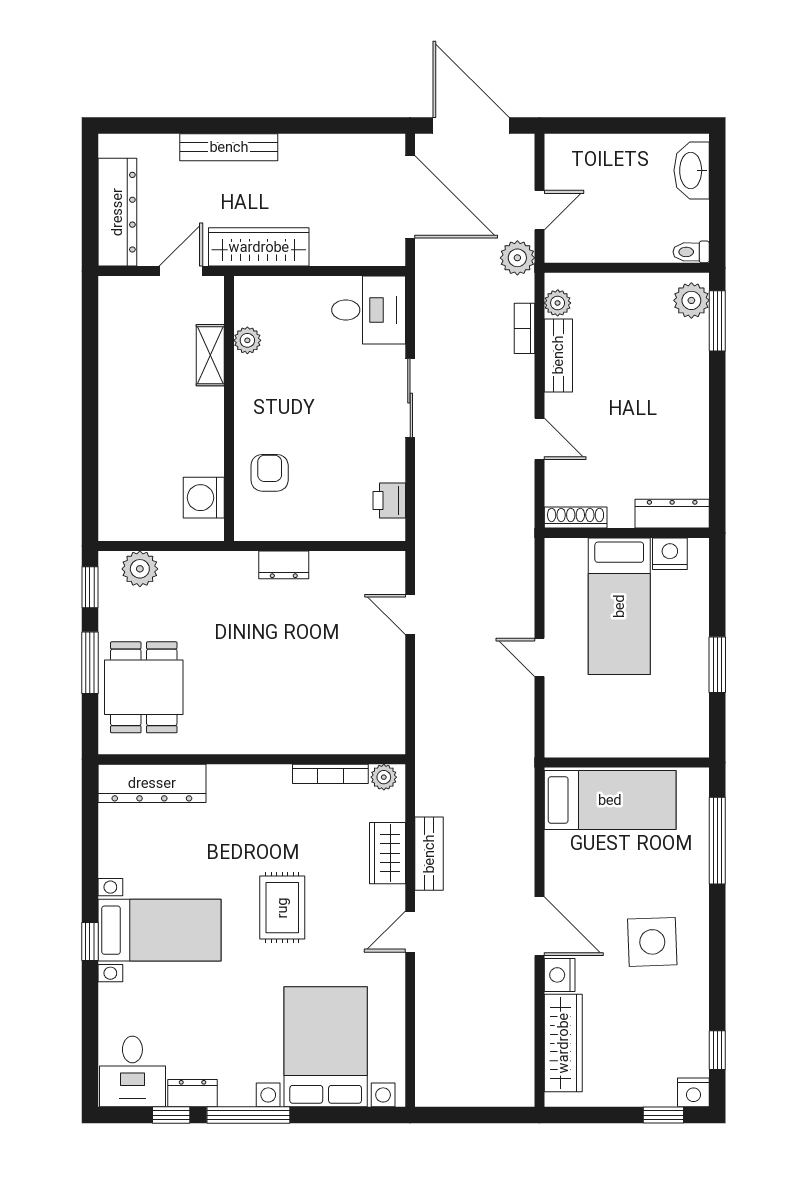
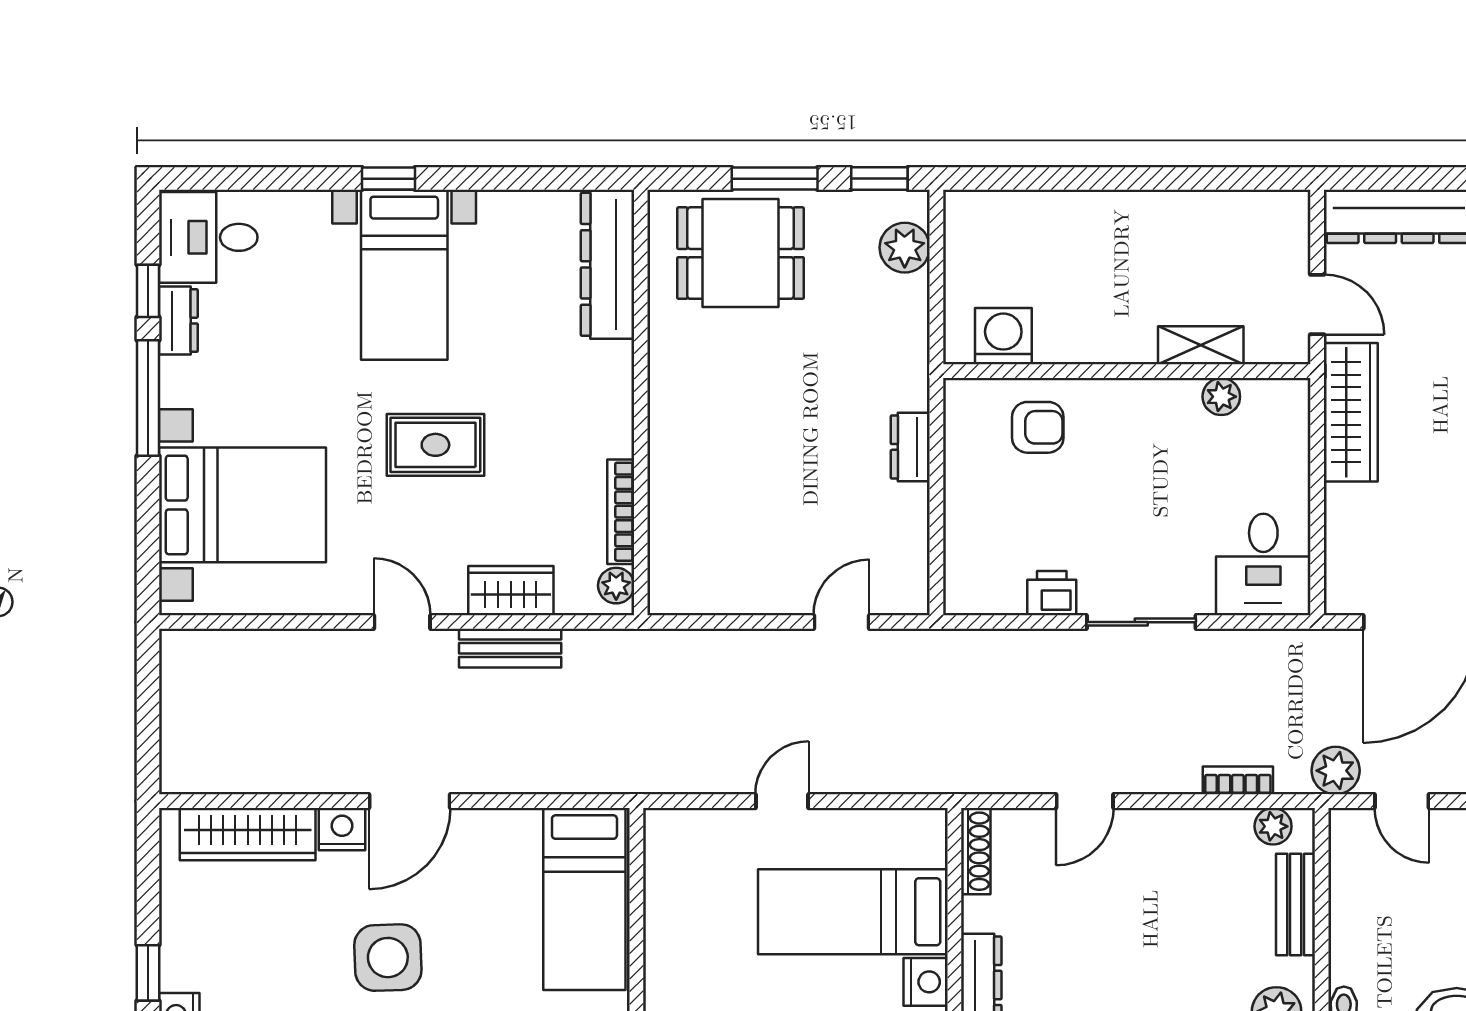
bench: (558, 355) -> (1296, 904), moved, turned 90
printer: (389, 501) -> (1052, 593), moved

